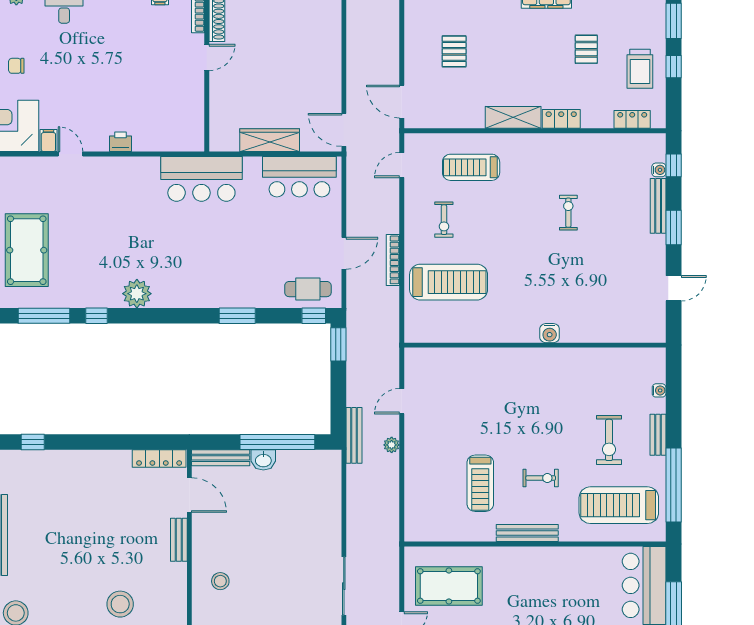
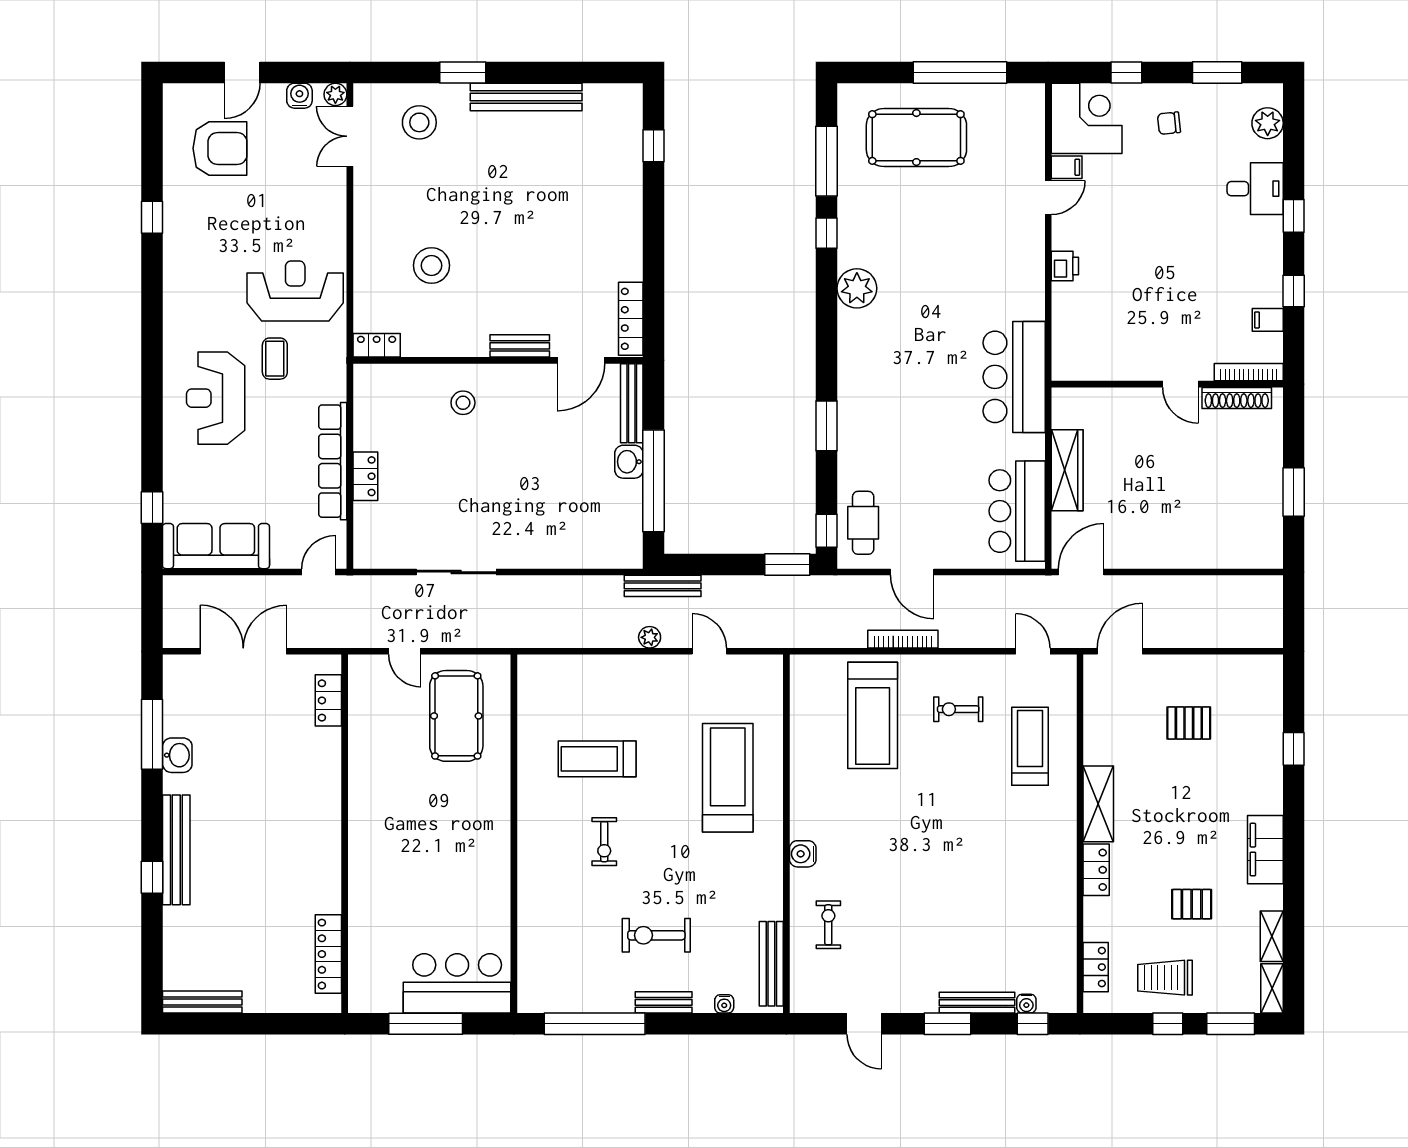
chair: (16, 66) -> (1169, 123), turned -96
exercise bike: (568, 213) -> (828, 925), moved, turned -90
treadmill: (619, 505) -> (728, 778), moved
bench: (527, 533) -> (771, 964), moved

